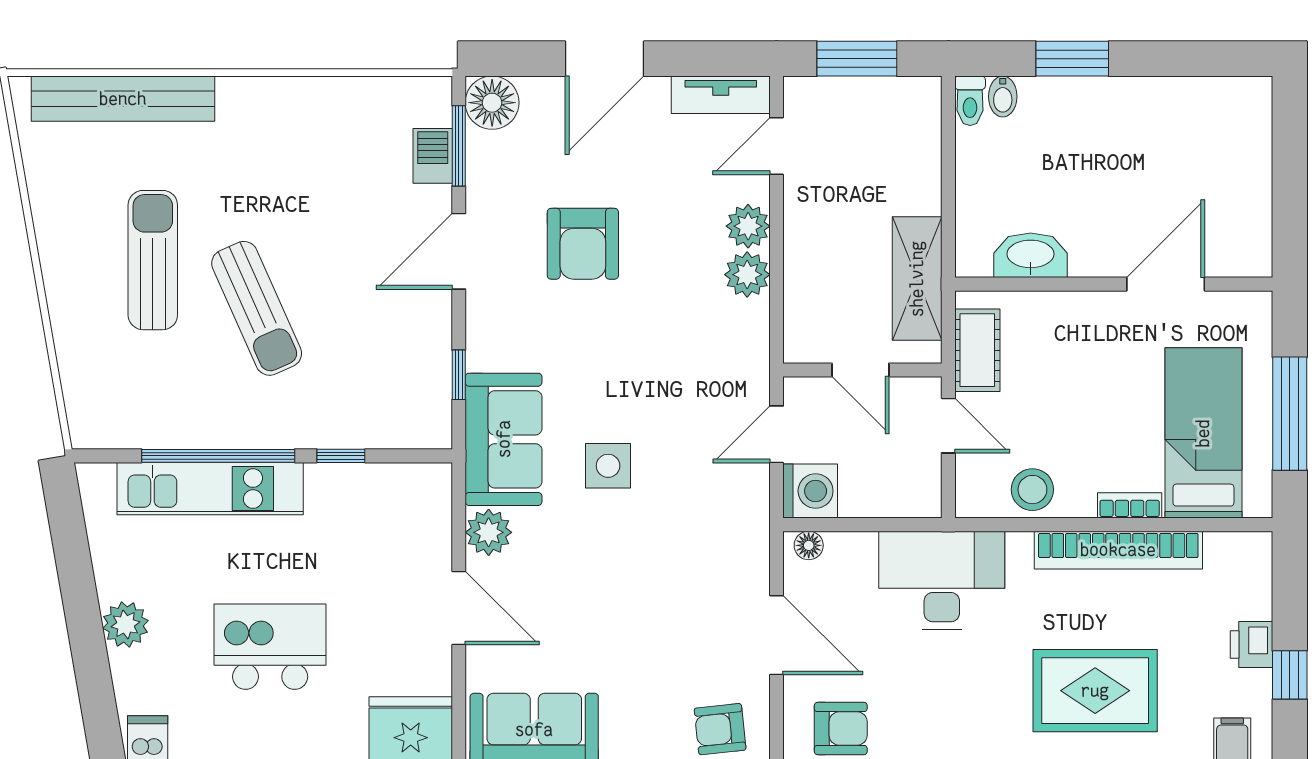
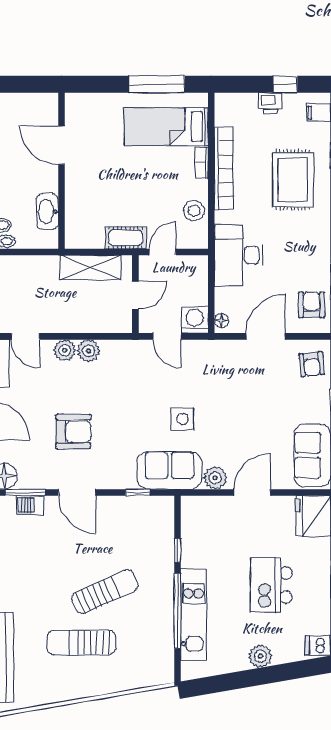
washbasin: (1031, 255) -> (47, 212), moved
wall: (1114, 284) -> (62, 171), moved
door: (1166, 284) -> (62, 145), moved

